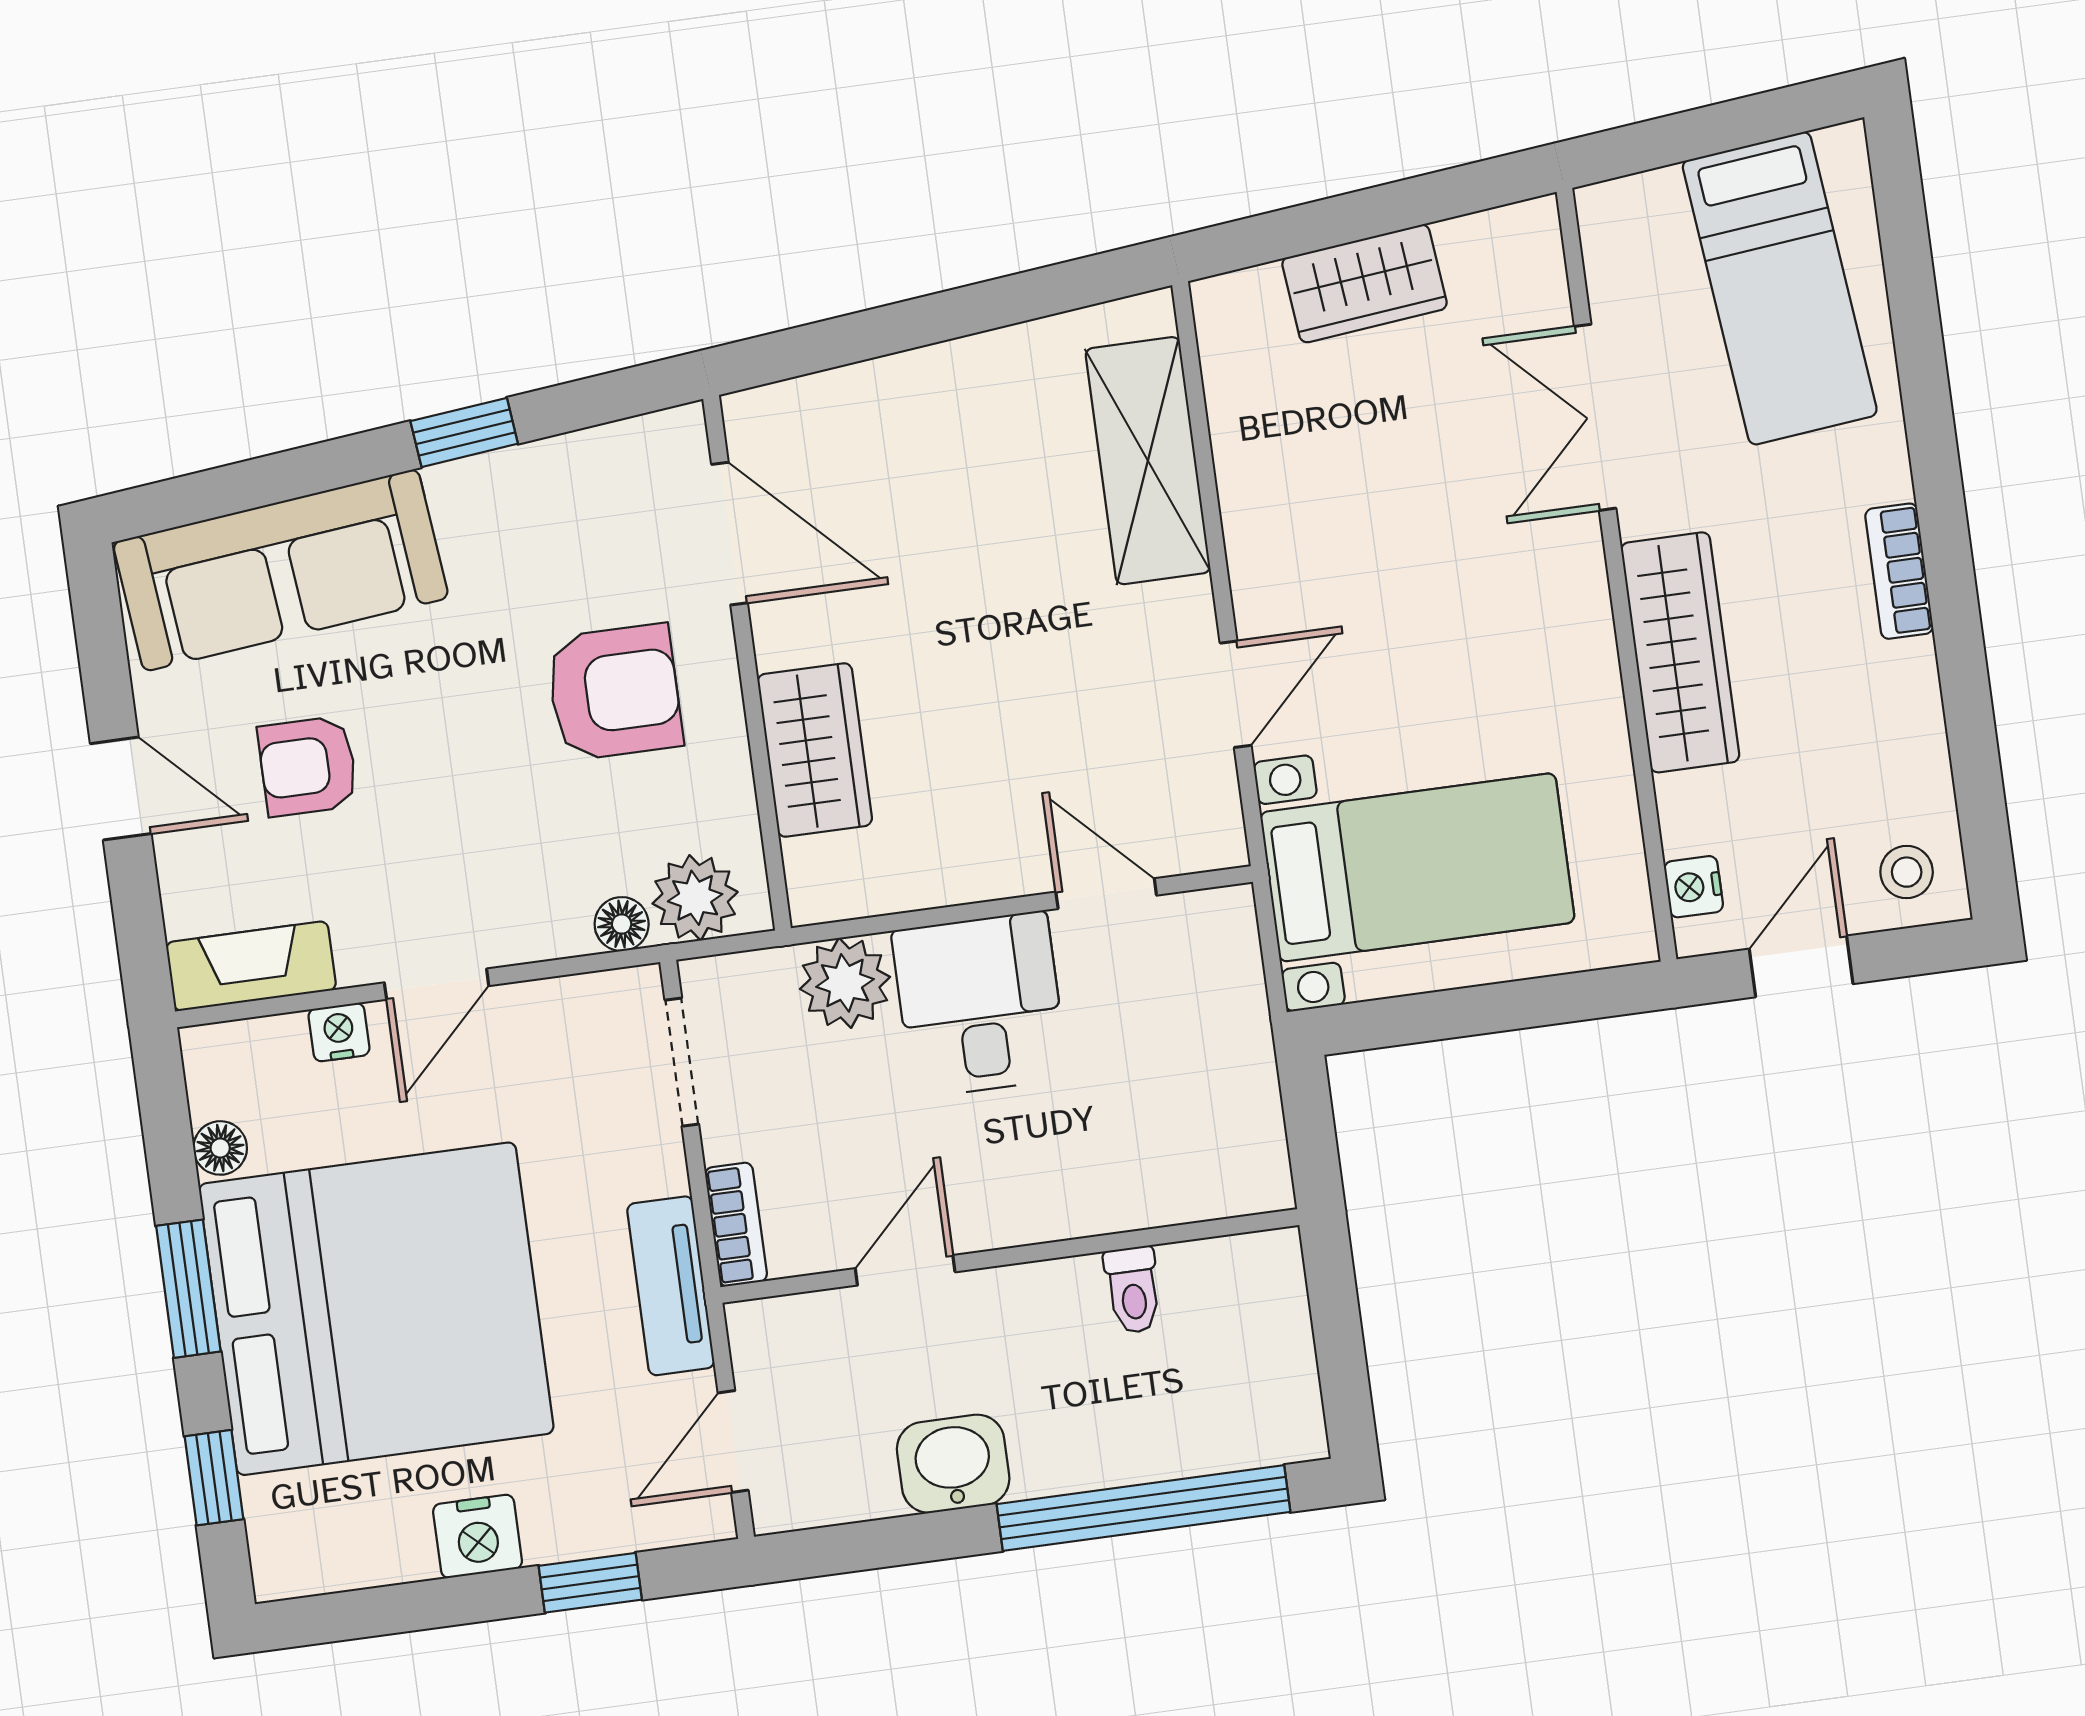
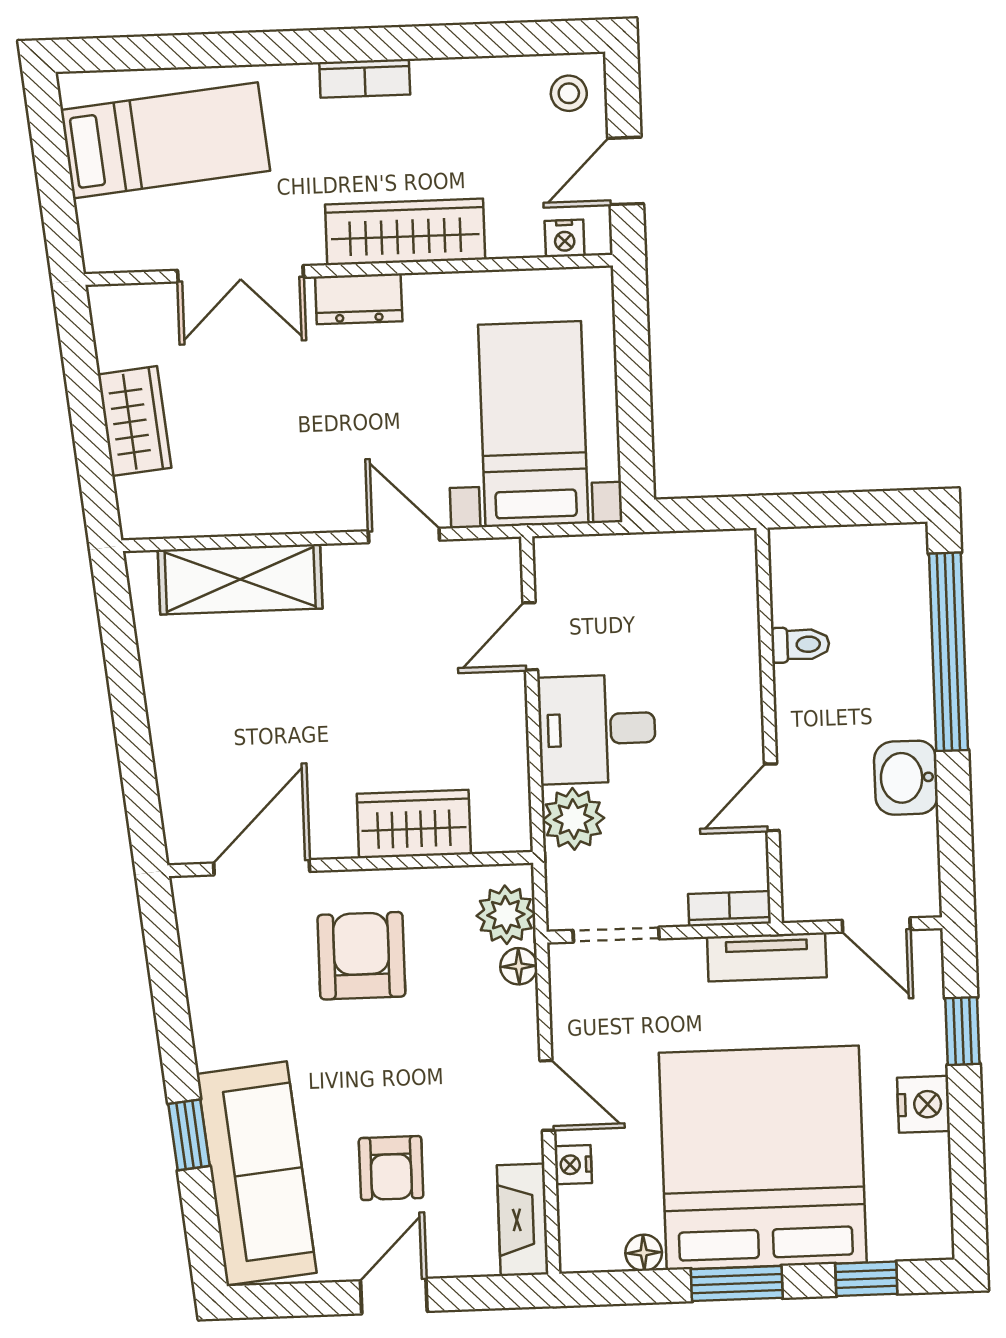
window: (464, 432) -> (189, 1135), moved
dresser: (1575, 594) -> (359, 299), added
door: (1801, 966) -> (626, 171), hinge flipped
door: (905, 1270) -> (772, 797), hinge flipped

